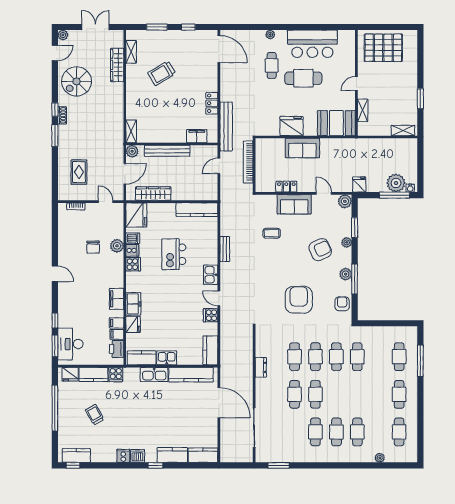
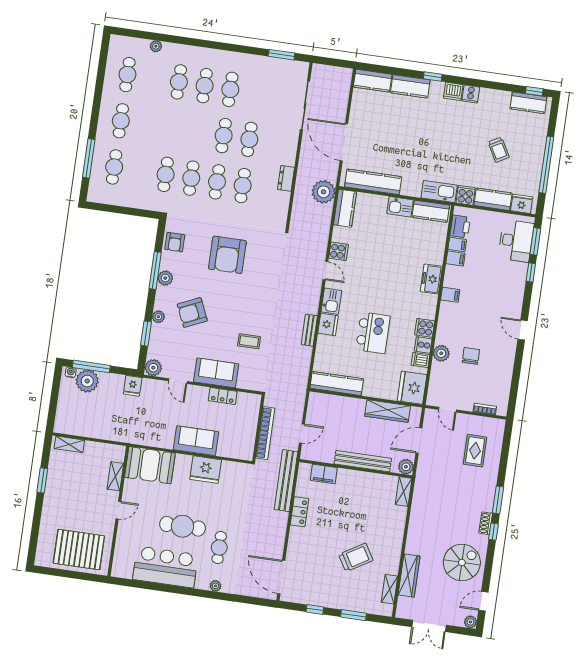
filing cabinet: (117, 299) -> (450, 295), width x0.50
fridge: (133, 324) -> (328, 324), moved, turned 180
plant: (229, 361) -> (324, 192), added
kitchen sink: (154, 375) -> (439, 191), moved

